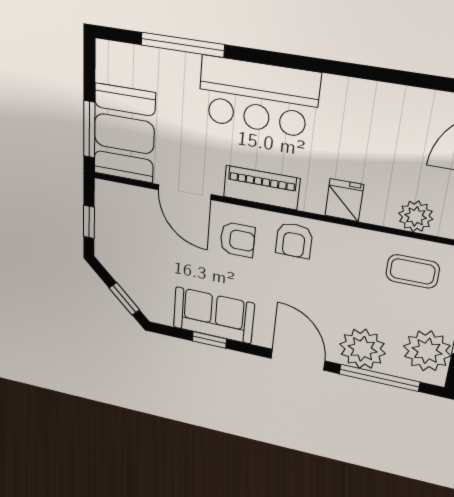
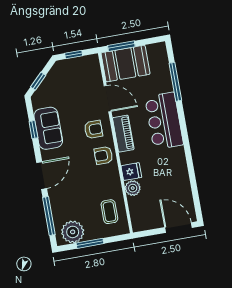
door: (185, 192) -> (108, 99), swing flipped
plant: (416, 216) -> (133, 188), moved
armchair: (237, 240) -> (93, 129), turned -90
plant: (363, 349) -> (61, 203), removed

